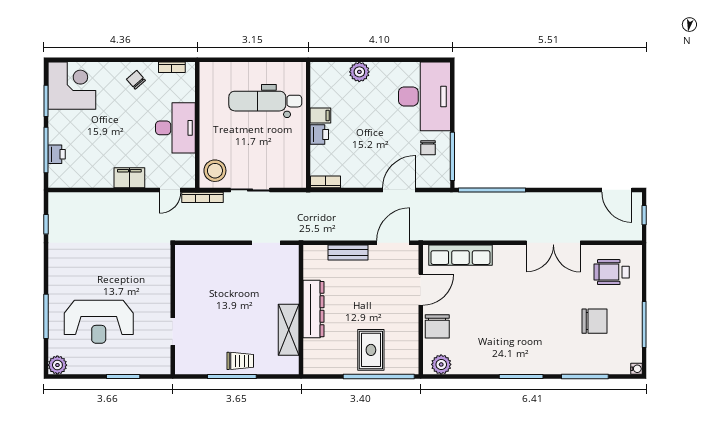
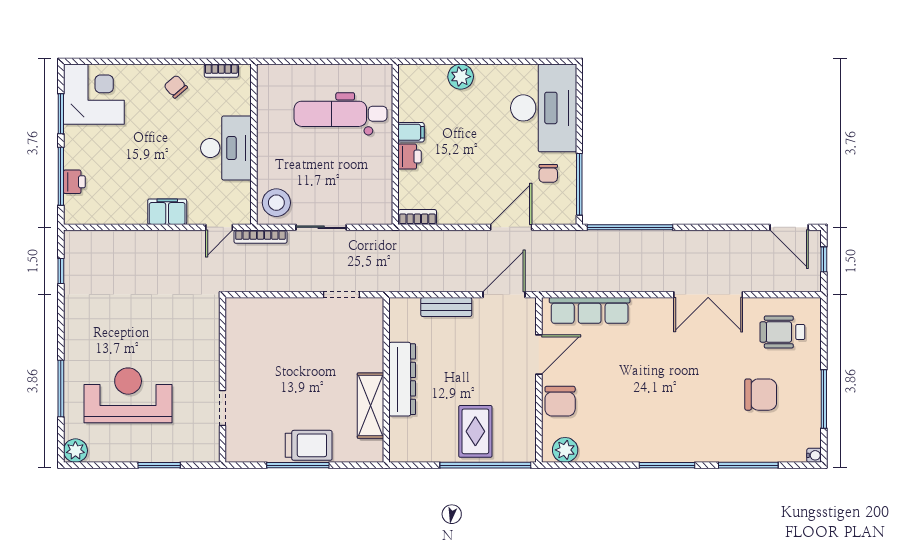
reception desk: (99, 322) -> (128, 395), turned 180
trolley: (240, 361) -> (309, 445), width x1.36, depth x1.39

